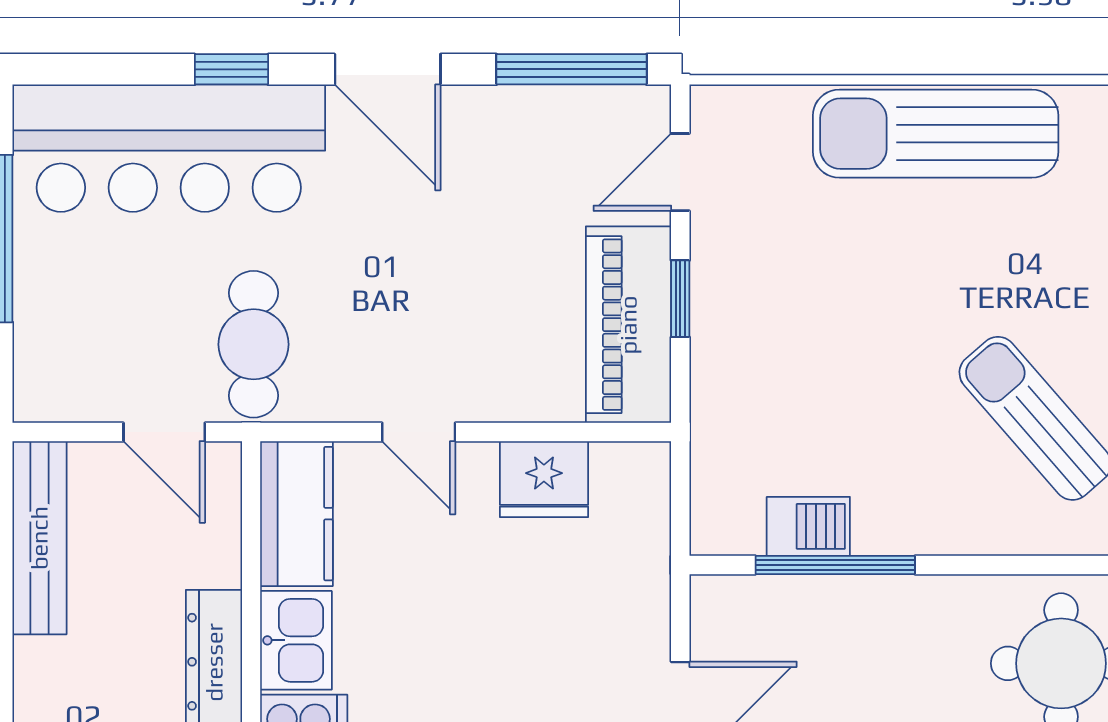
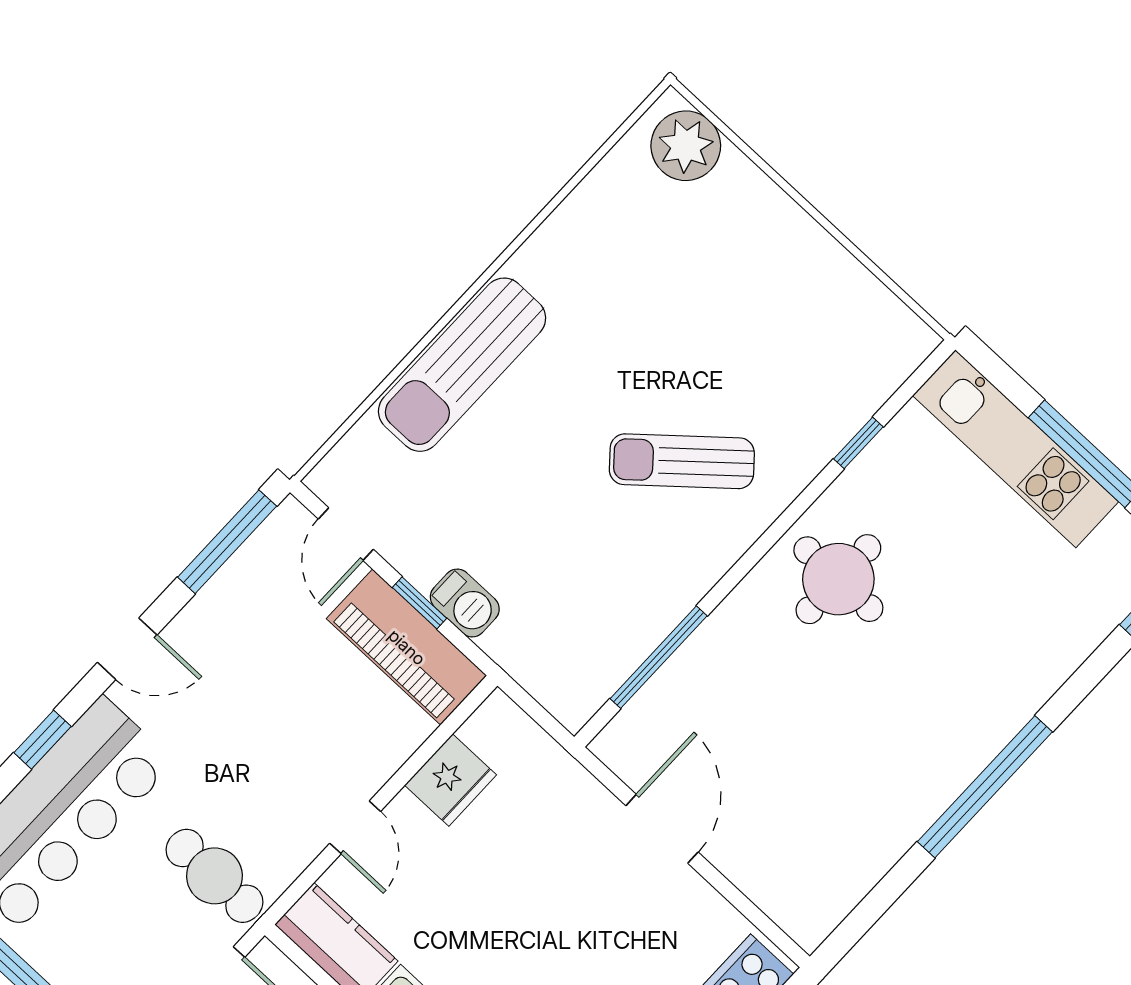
door: (388, 69) -> (127, 649), width x0.73
door: (419, 432) -> (355, 827), hinge flipped
barbecue: (808, 526) -> (465, 603), moved, turned 90

